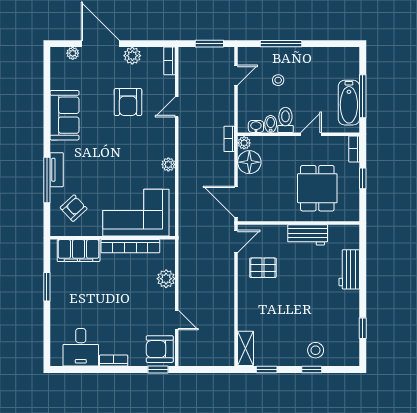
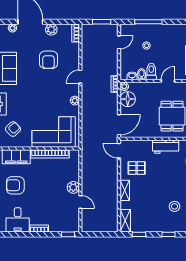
door: (177, 107) -> (80, 77), moved
door: (236, 202) -> (119, 125), swing flipped
door: (236, 241) -> (119, 151), swing flipped
plant: (166, 279) -> (73, 187), moved
shelving: (245, 302) -> (125, 190), added
armchair: (160, 349) -> (15, 185), moved
stool: (316, 350) -> (175, 206), moved

